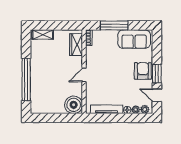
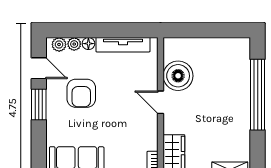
armchair: (143, 71) -> (81, 93), moved
door: (84, 75) -> (161, 102), swing flipped
boiler: (74, 105) -> (178, 76), moved

